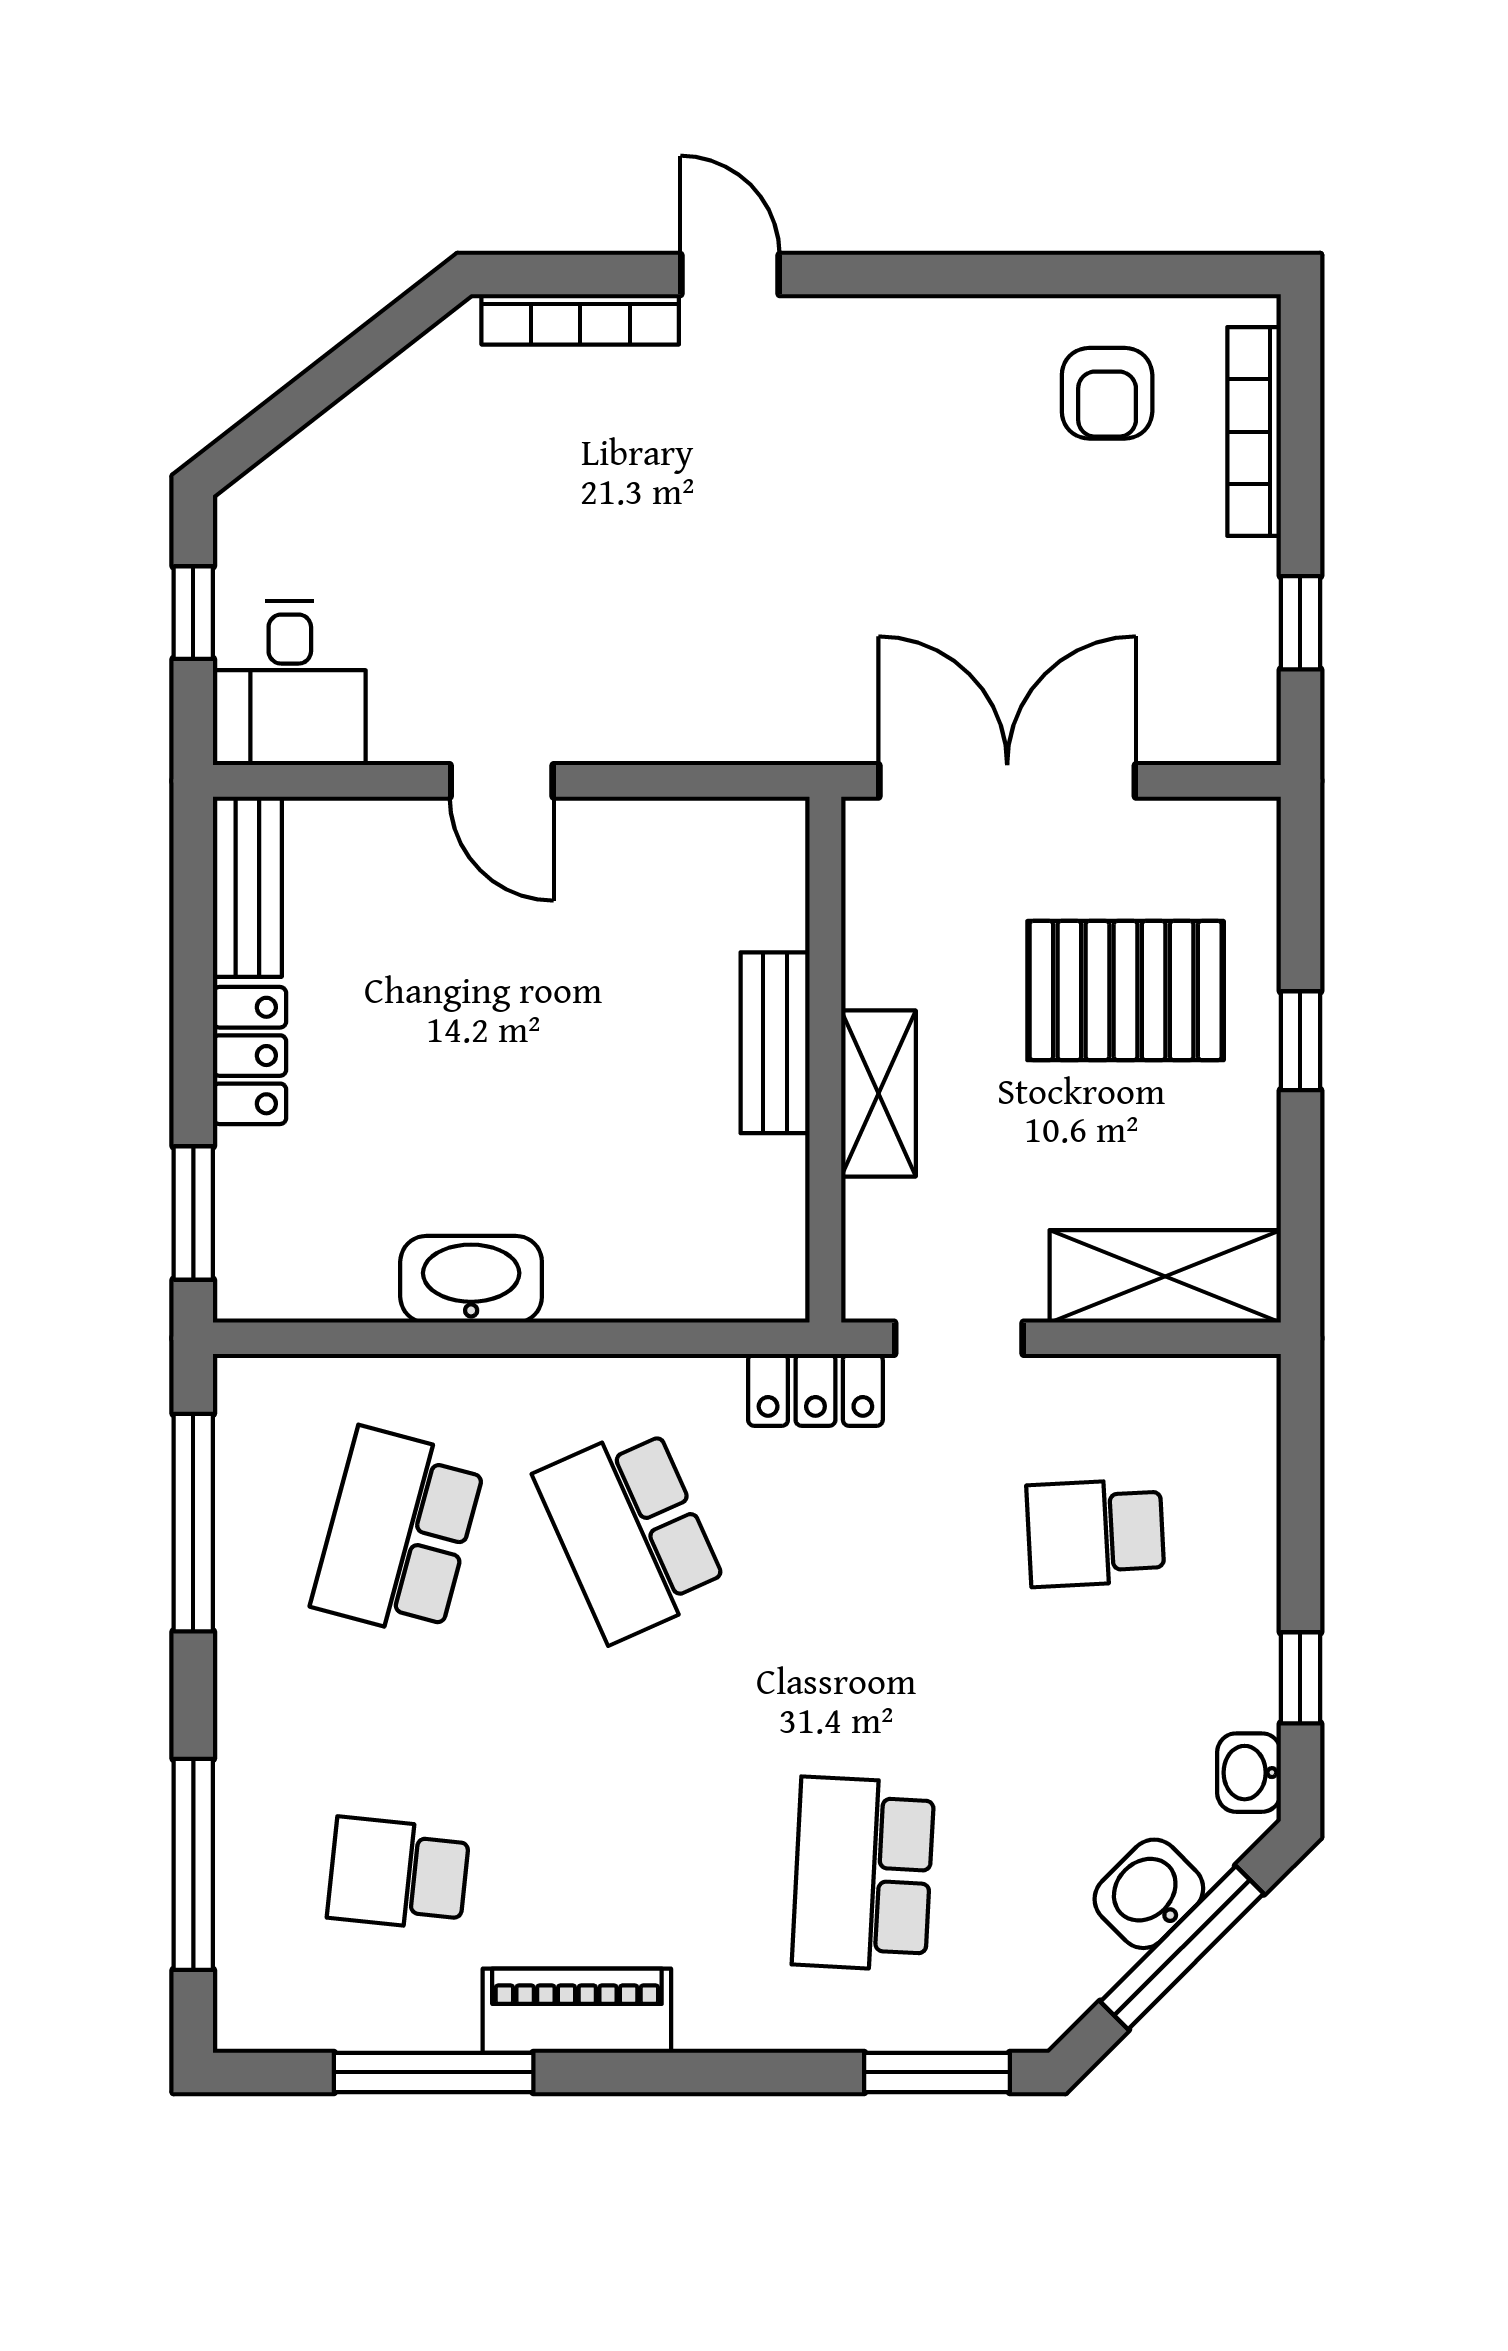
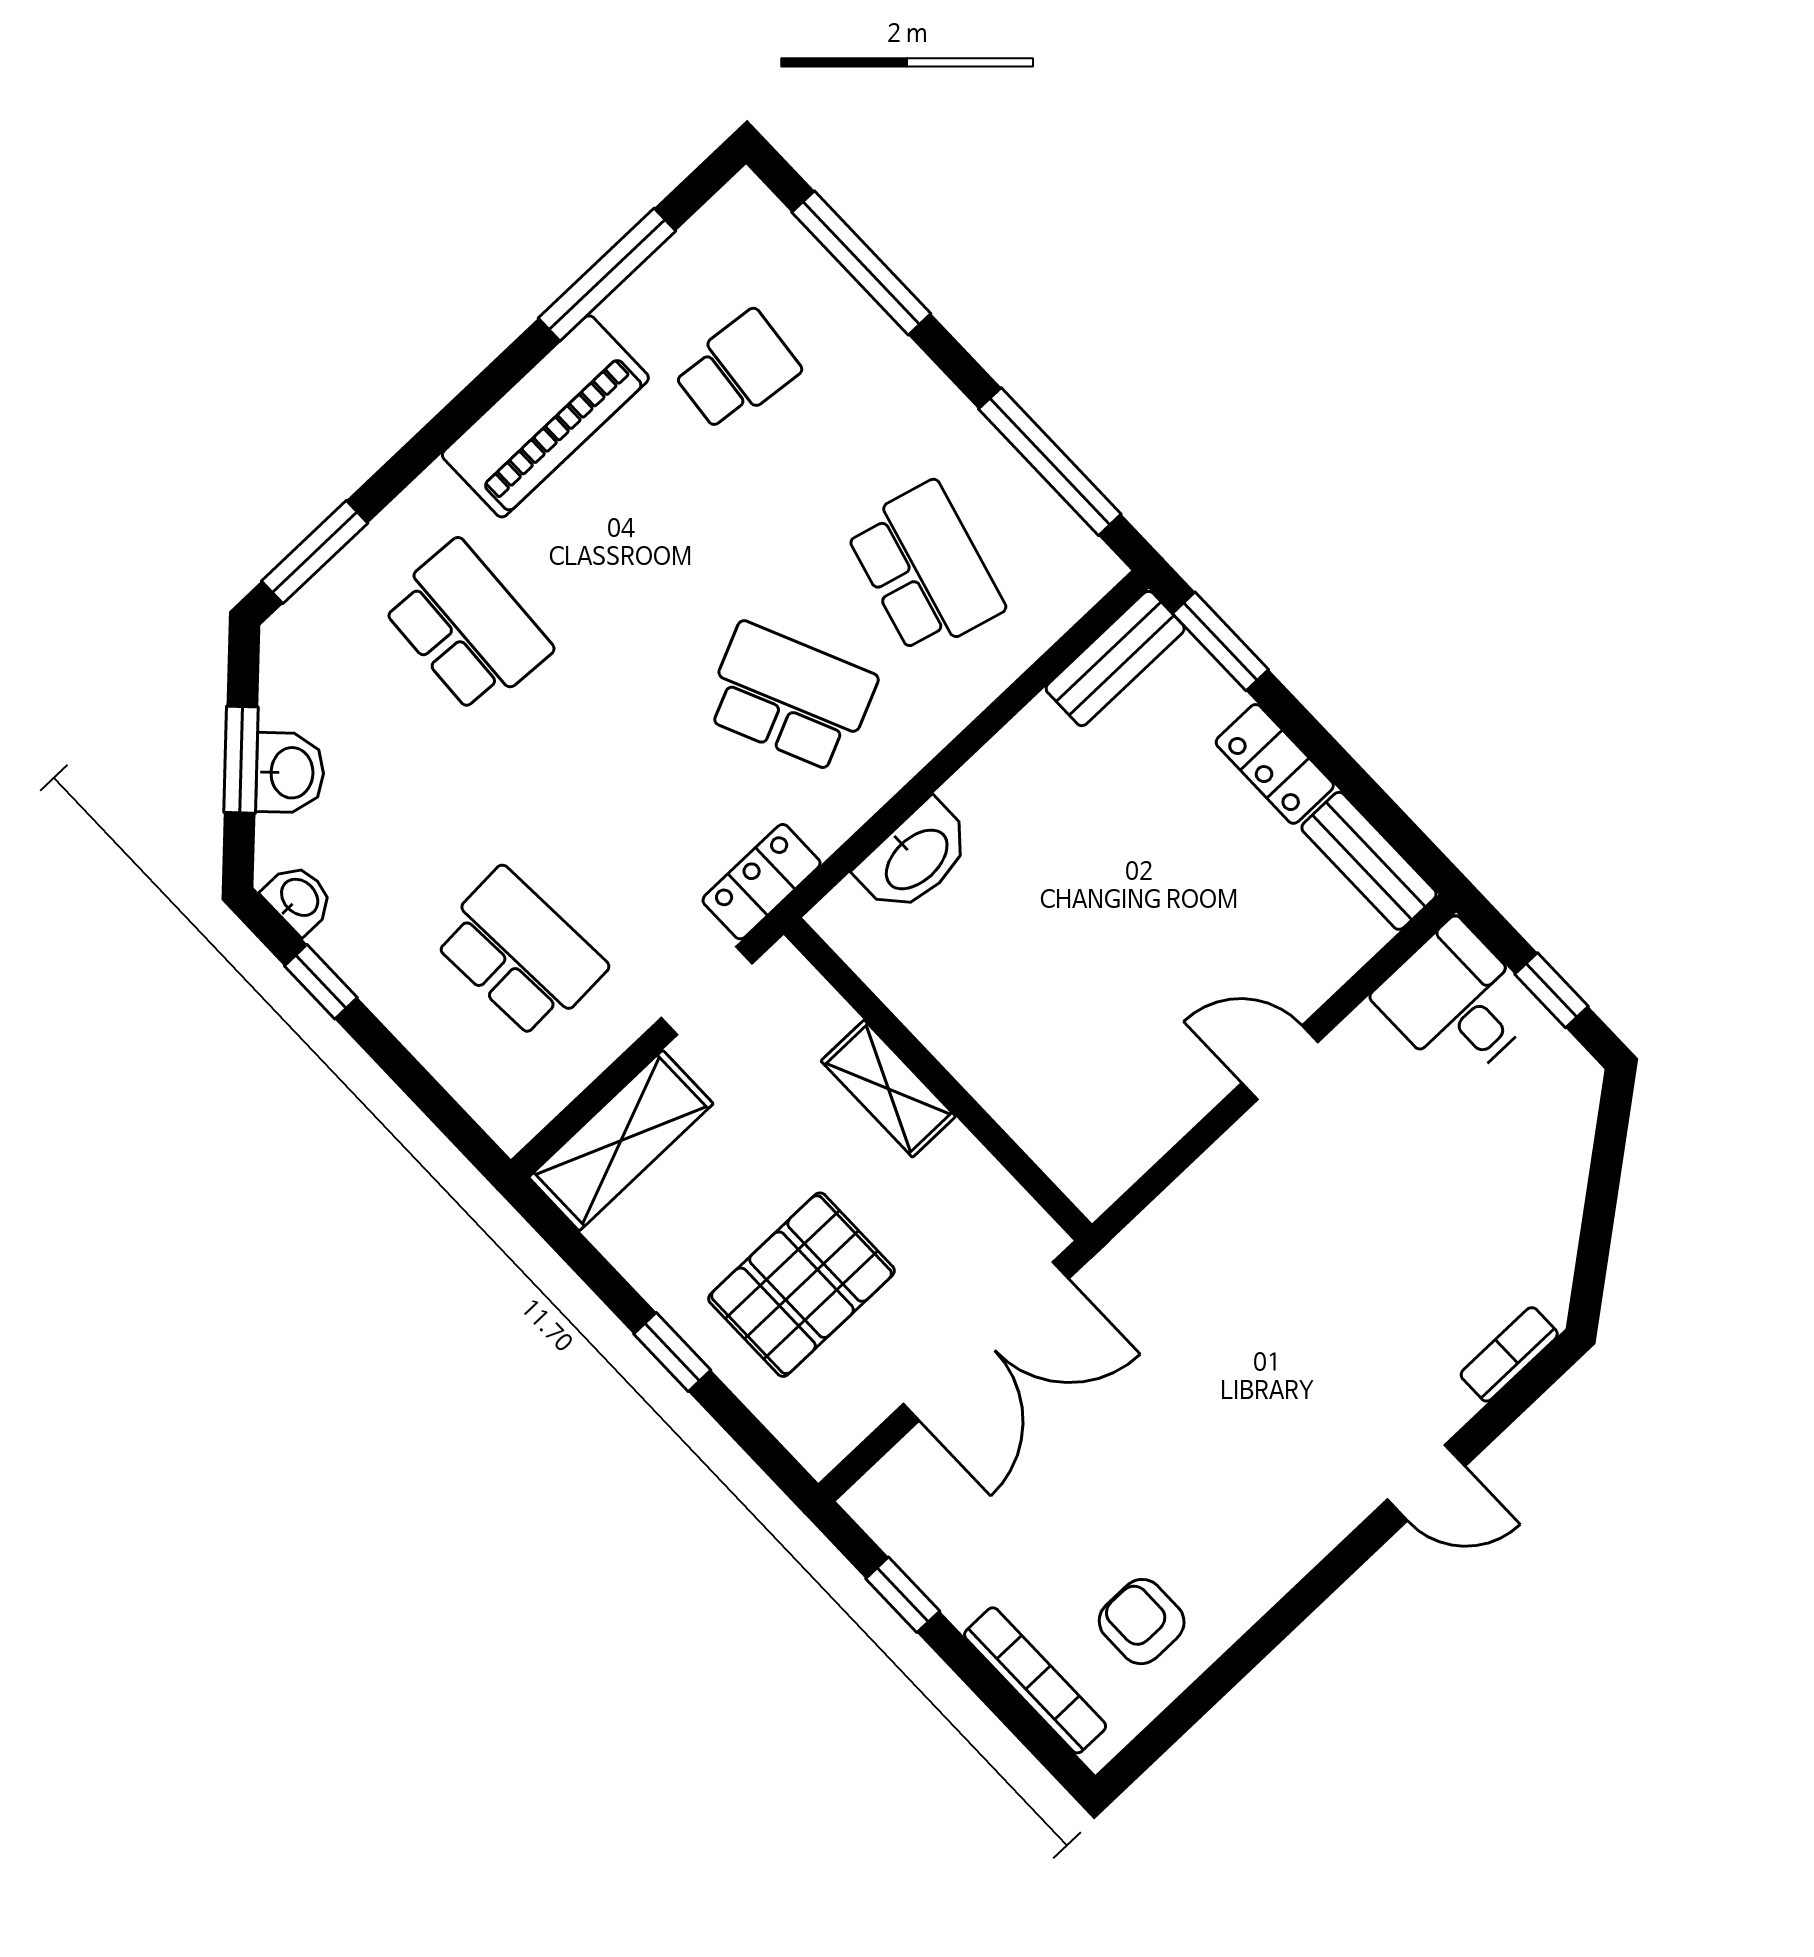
bookcase: (580, 319) -> (1509, 1354), width x0.64
bench: (775, 1043) -> (1115, 659), moved, turned 90
washbasin: (471, 1279) -> (915, 858), moved
school desk: (1095, 1533) -> (520, 953), width x1.85
window: (1182, 1948) -> (241, 760), width x0.69
piano: (577, 2011) -> (545, 416), width x1.37, depth x1.33

